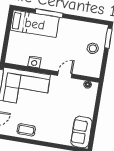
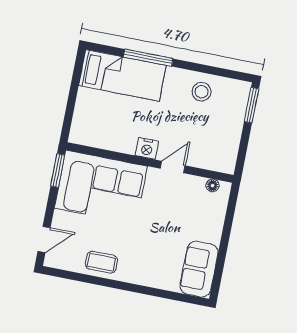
stool: (93, 48) -> (202, 92), moved
nightstand: (34, 62) -> (147, 148), moved

